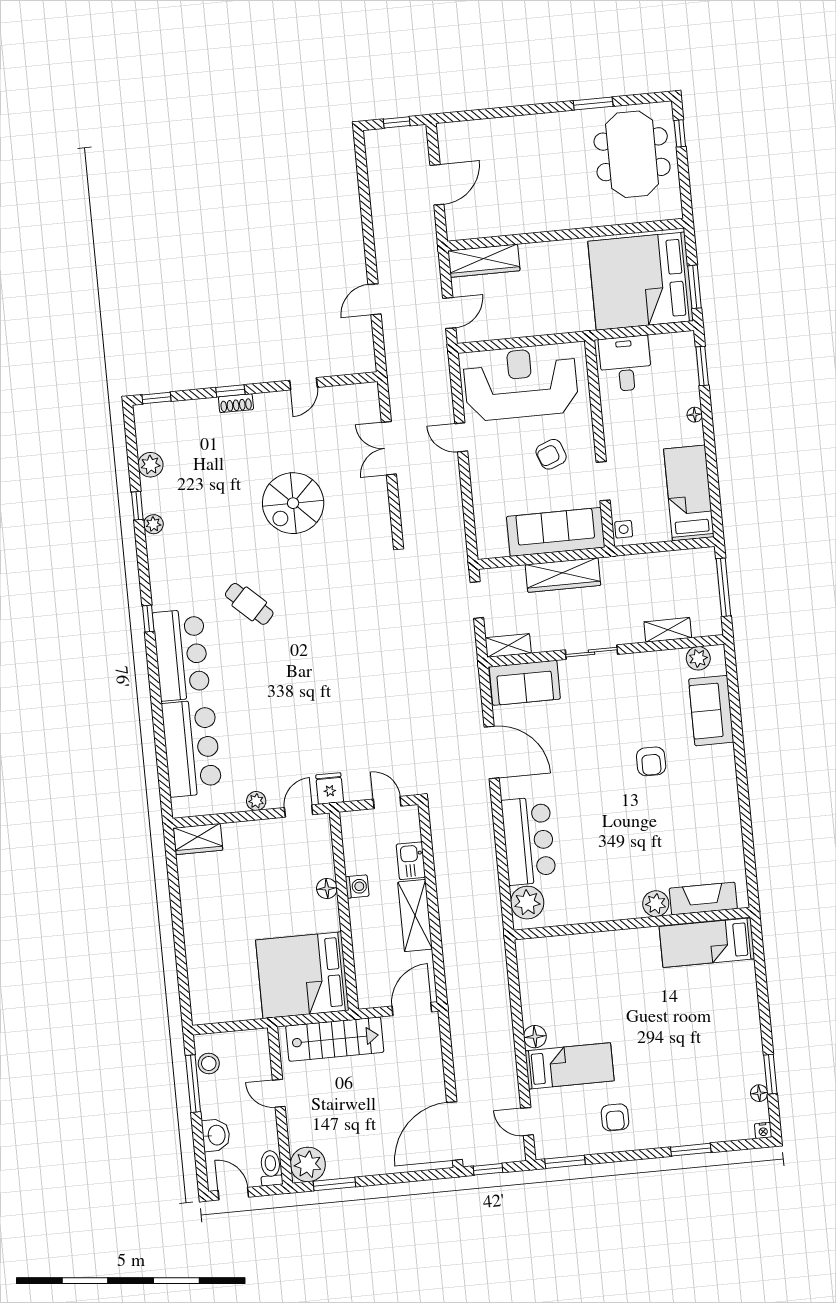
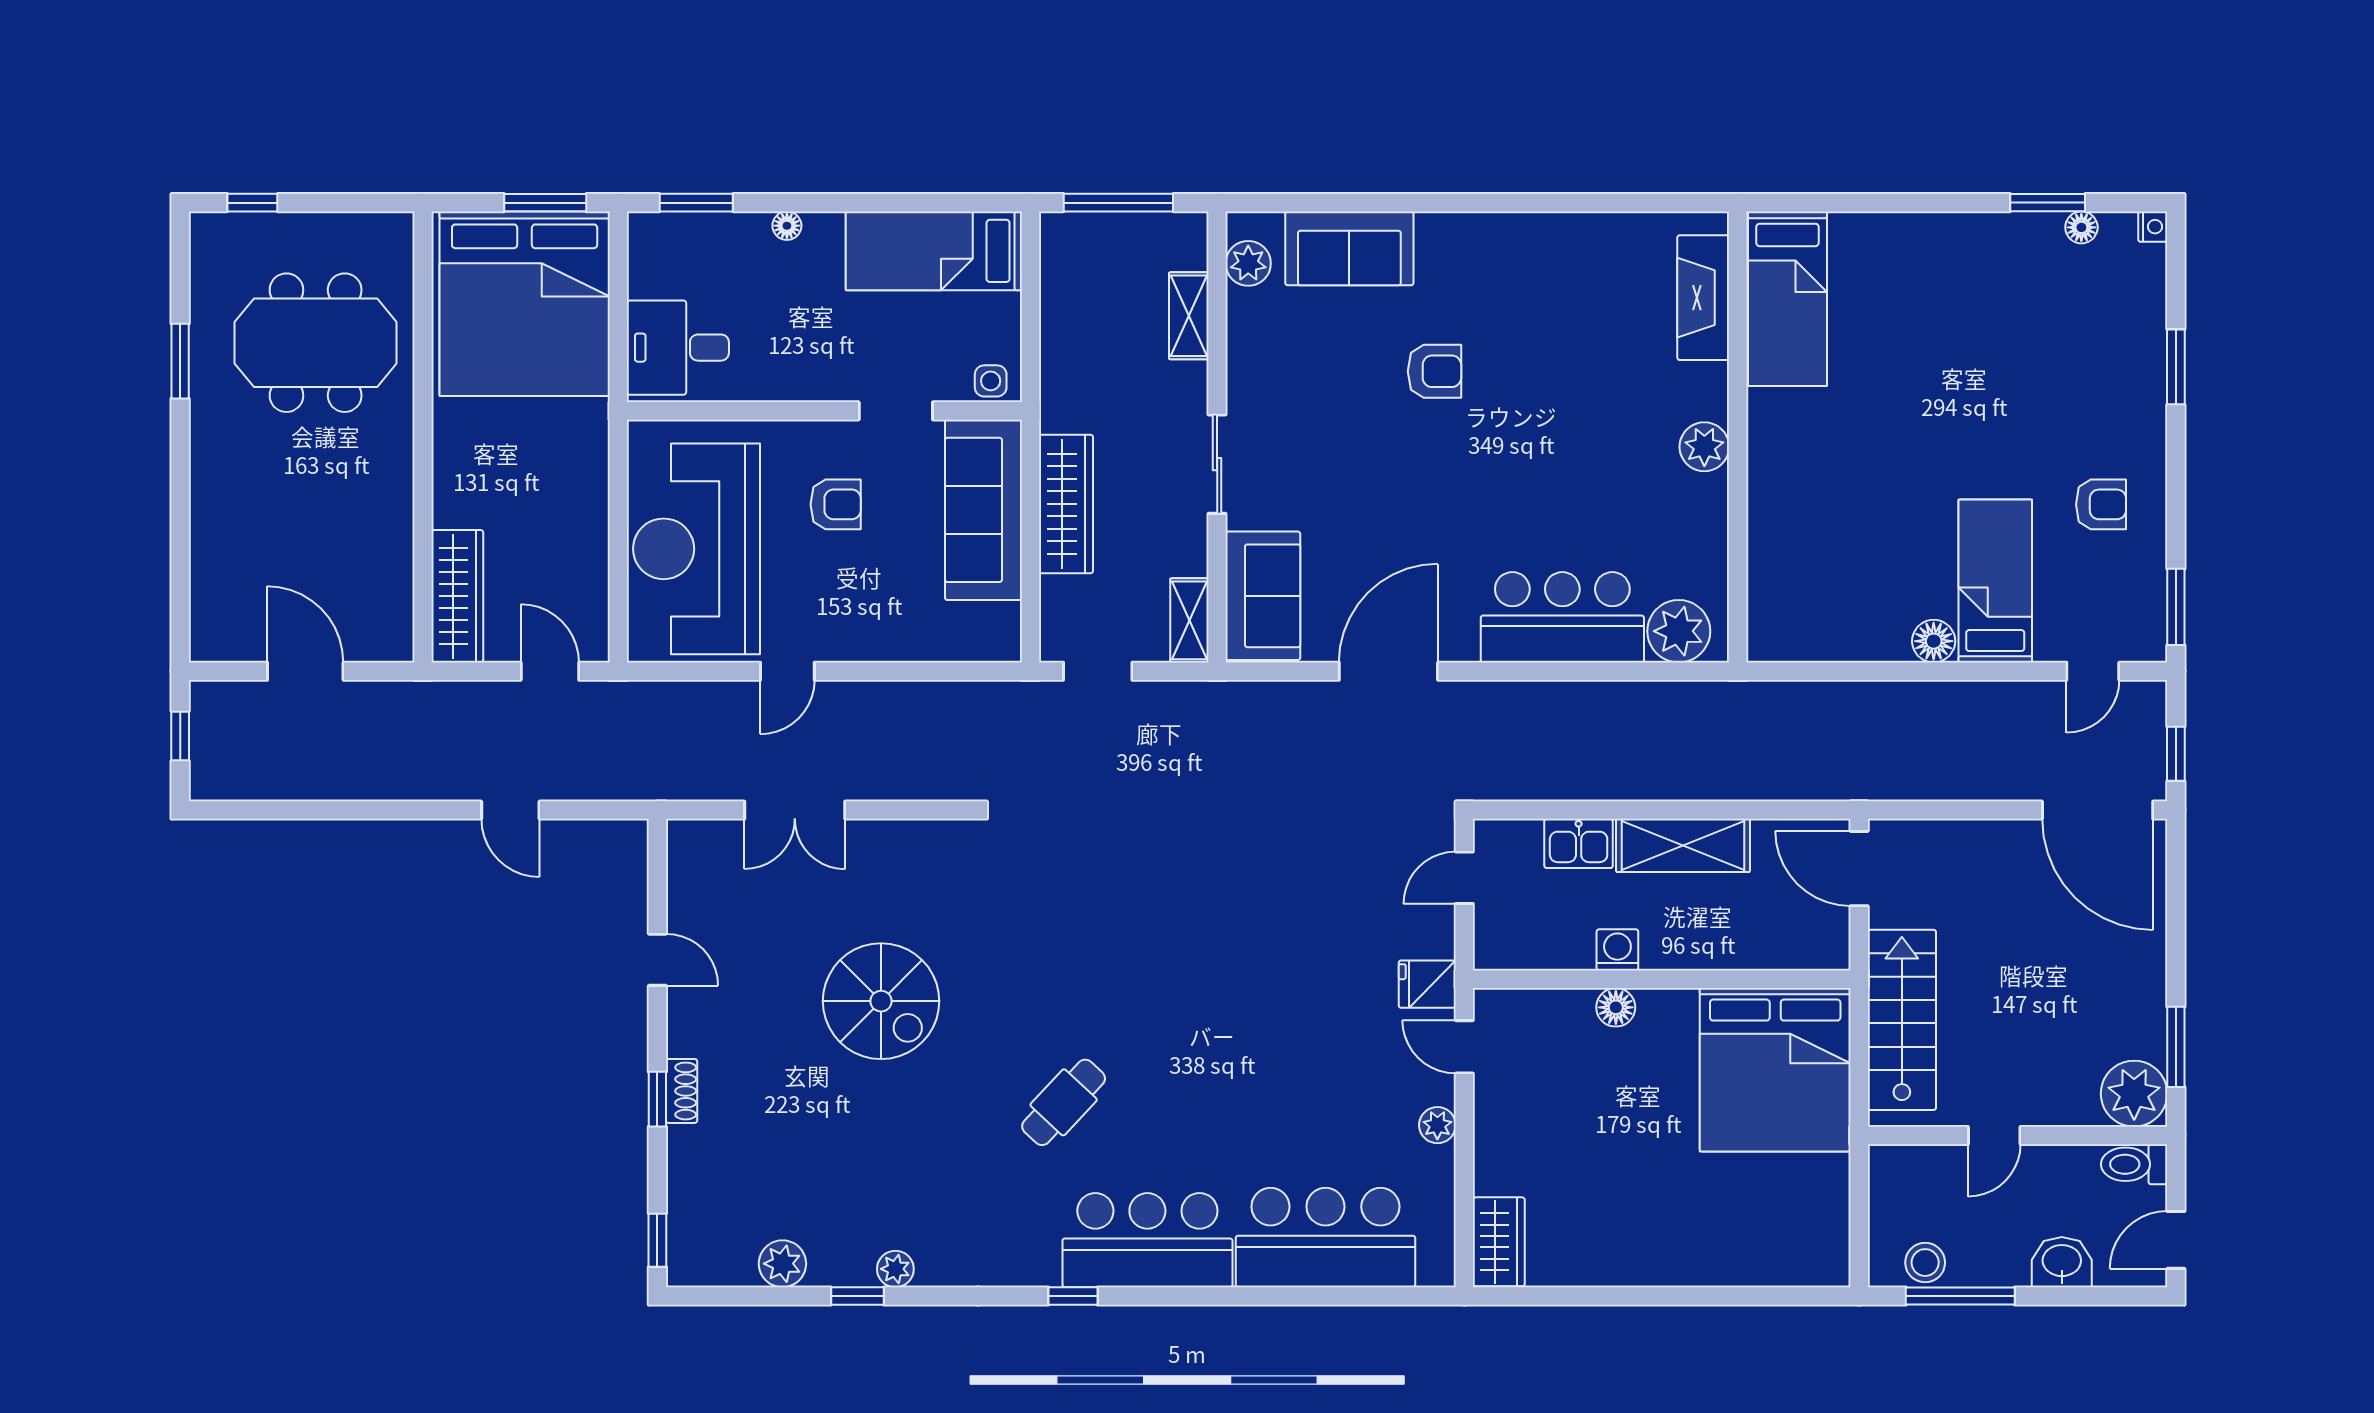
meeting table: (632, 154) -> (316, 343), moved
armchair: (551, 454) -> (836, 504), turned -69
plant: (656, 904) -> (1704, 447), moved

